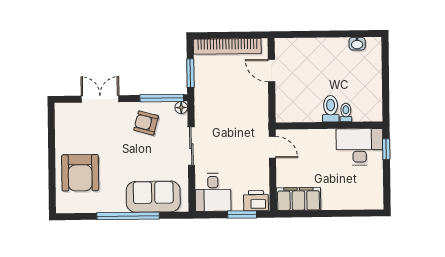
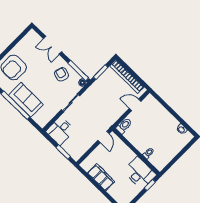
door: (271, 71) -> (135, 105), hinge flipped
double door: (100, 99) -> (53, 45), swing flipped
toilet: (331, 109) -> (124, 126), moved
sofa: (153, 197) -> (26, 100), moved
filing cabinet: (298, 199) -> (101, 177), moved
printer: (256, 201) -> (75, 152), removed

